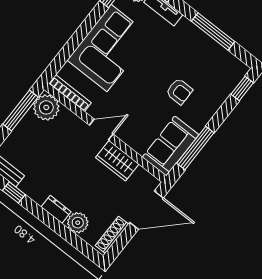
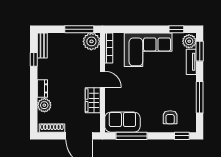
armchair: (179, 91) -> (170, 117), moved

